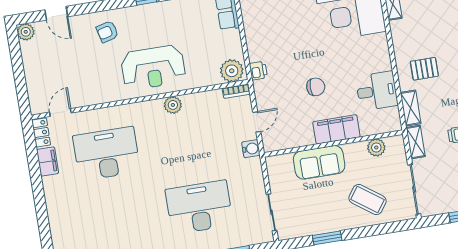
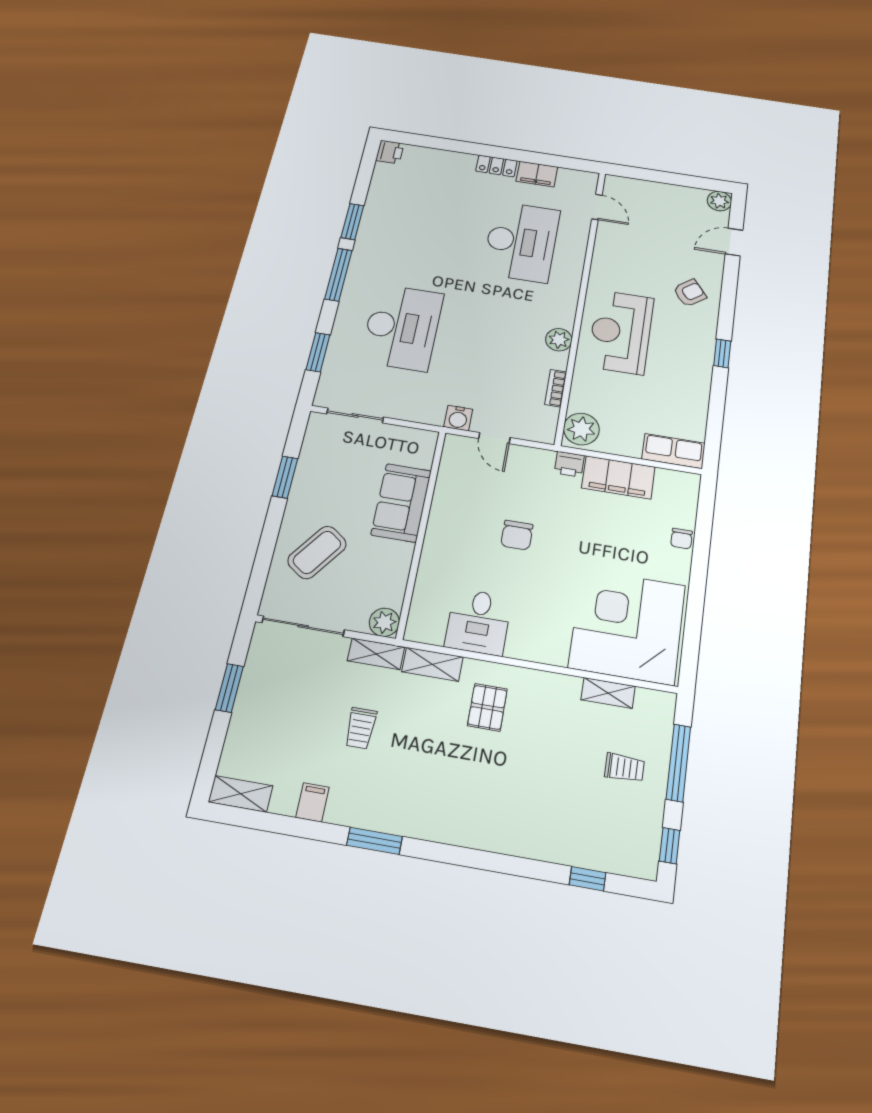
armchair: (107, 32) -> (690, 293), turned 67
bookcase: (236, 91) -> (556, 388), moved
filing cabinet: (336, 129) -> (618, 477), moved, turned 90
locker: (41, 133) -> (496, 166), moved
plant: (376, 147) -> (384, 622), moved

